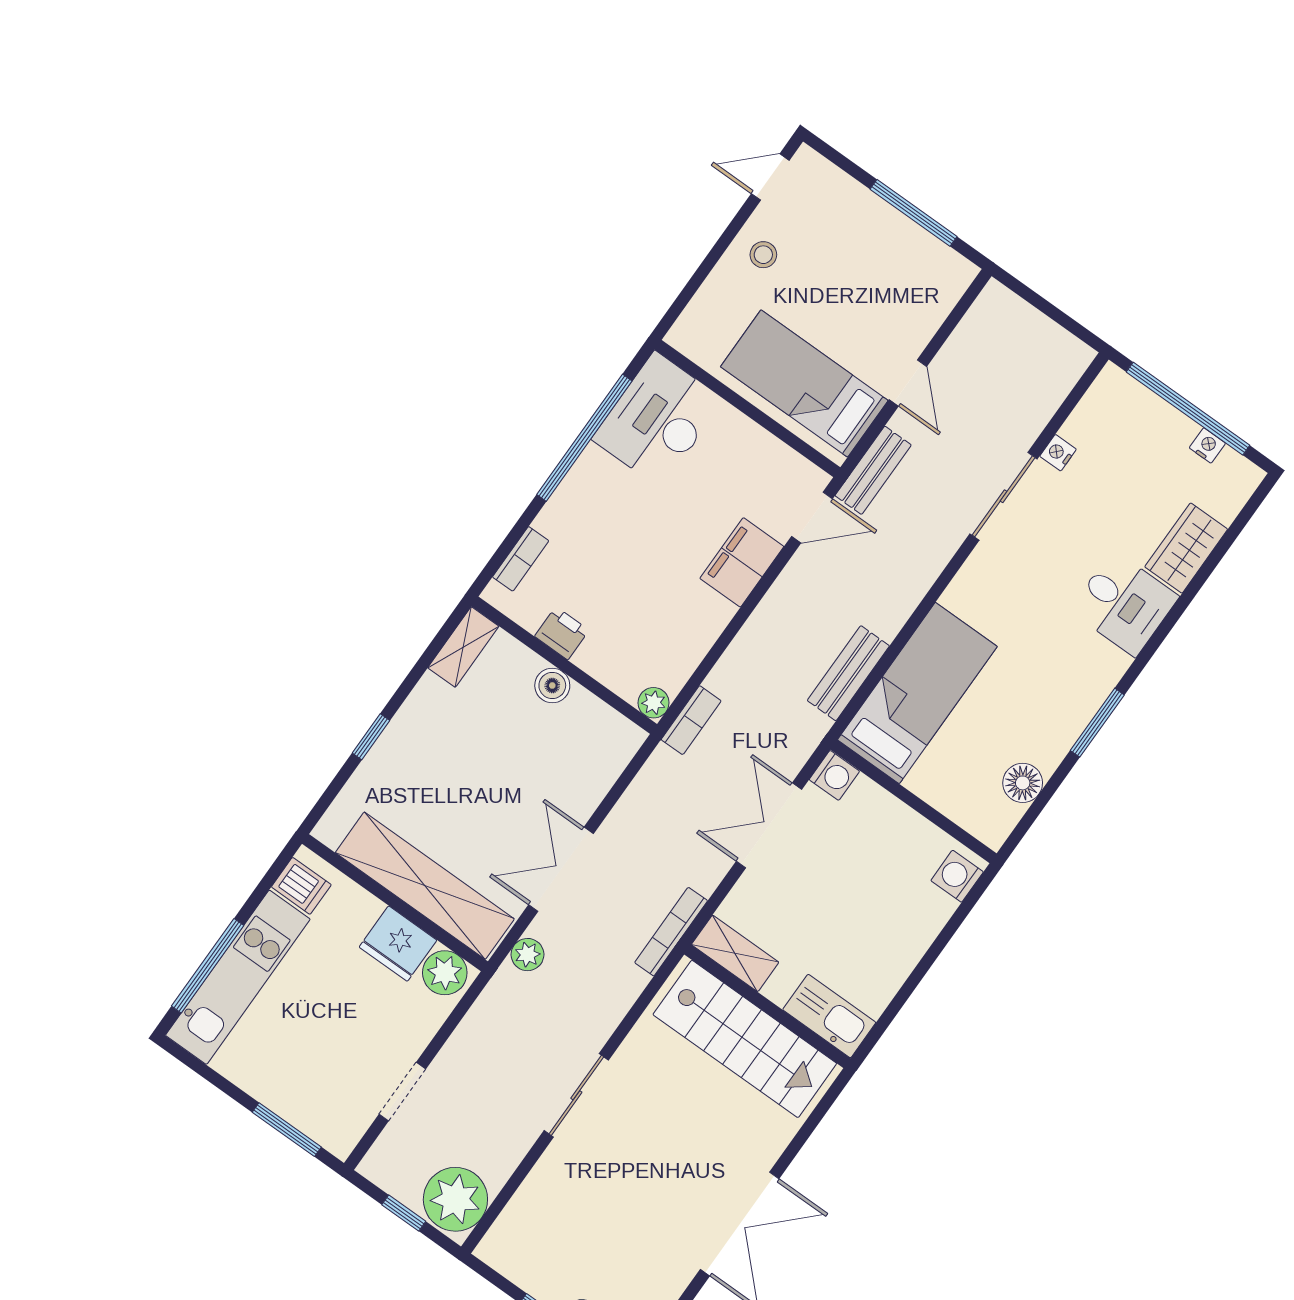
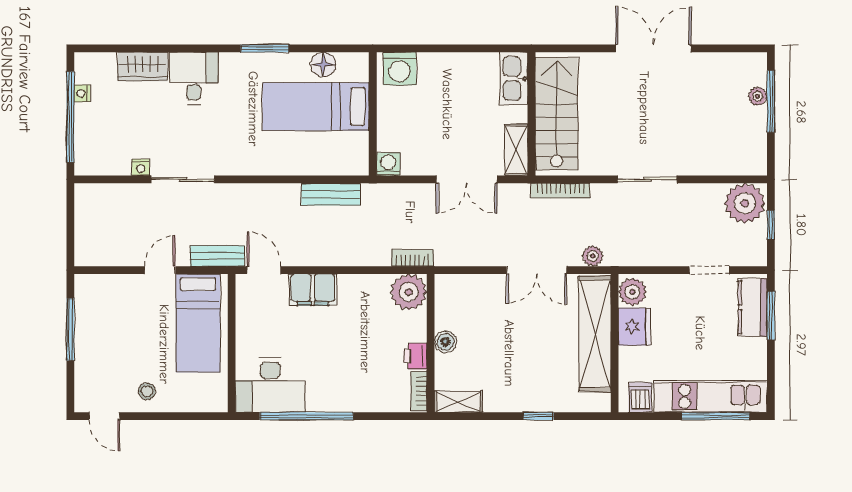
bookcase: (521, 559) -> (419, 391), moved, turned -90
bed: (917, 693) -> (316, 107), moved
plant: (654, 703) -> (409, 292), width x1.88, depth x1.88
double door: (769, 825) -> (467, 179), moved
washing machine: (957, 876) -> (400, 69), width x1.38, depth x1.38
bookcase: (671, 932) -> (560, 191), moved
kitchen counter: (314, 1114) -> (753, 307), added

